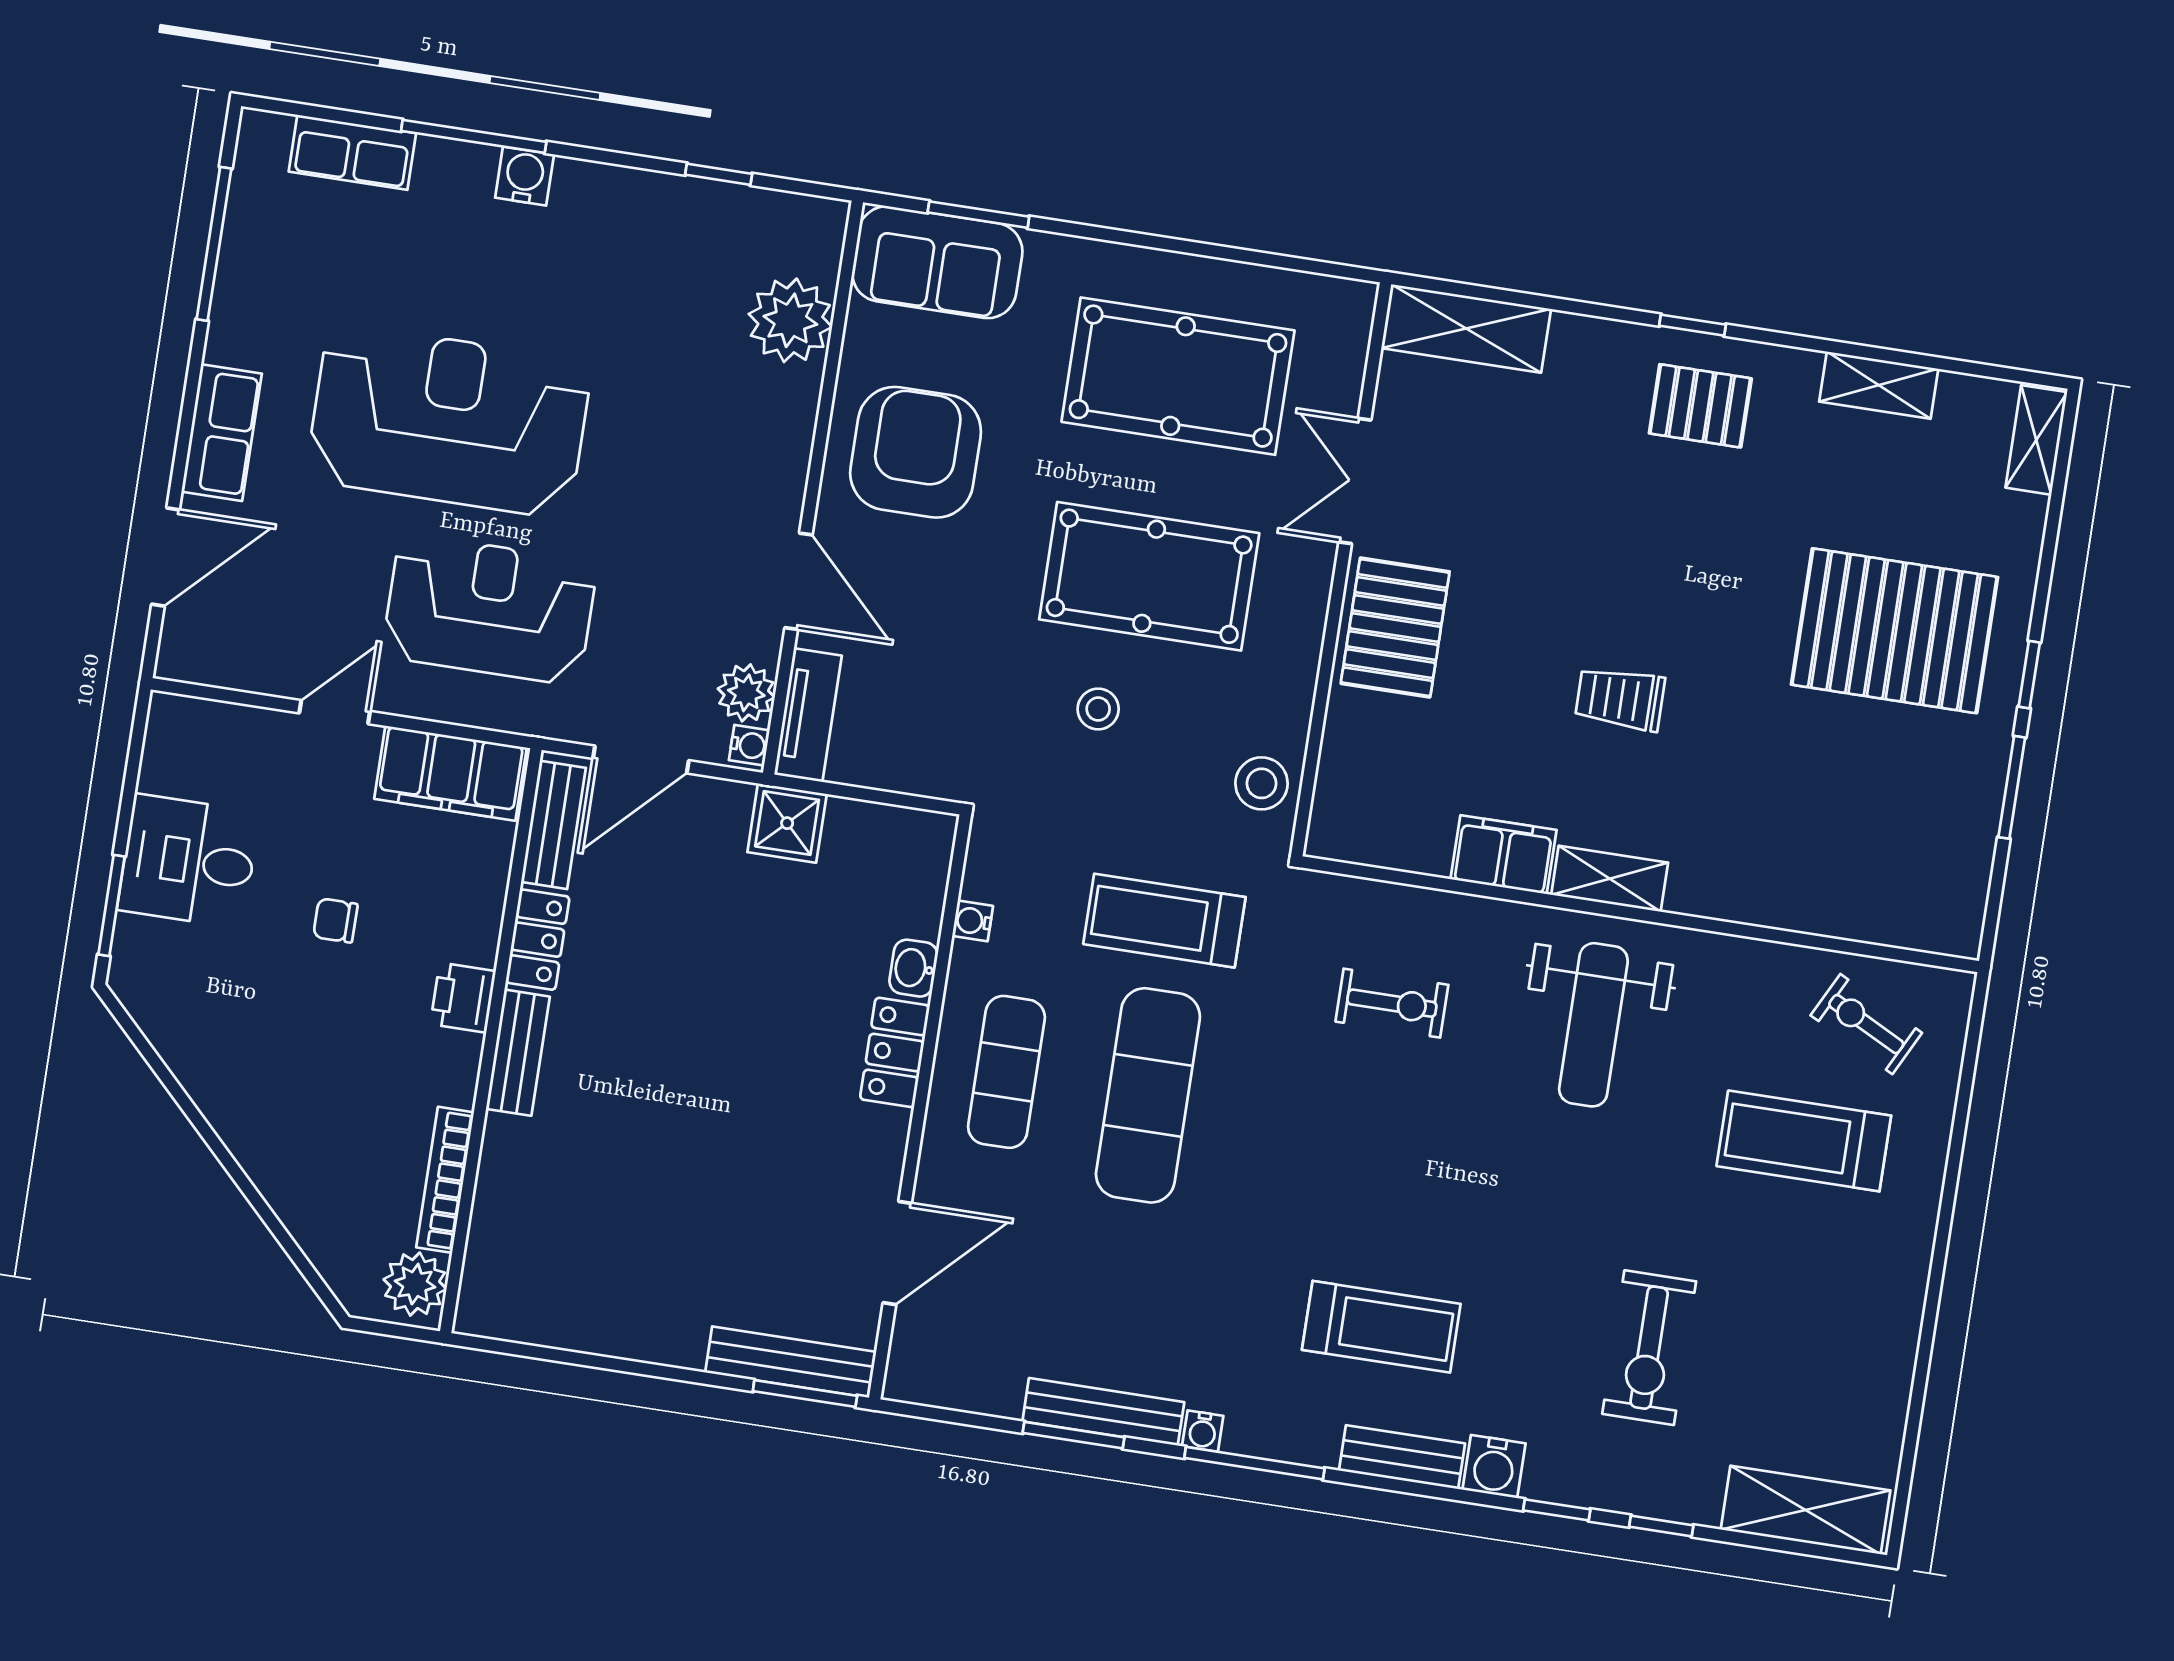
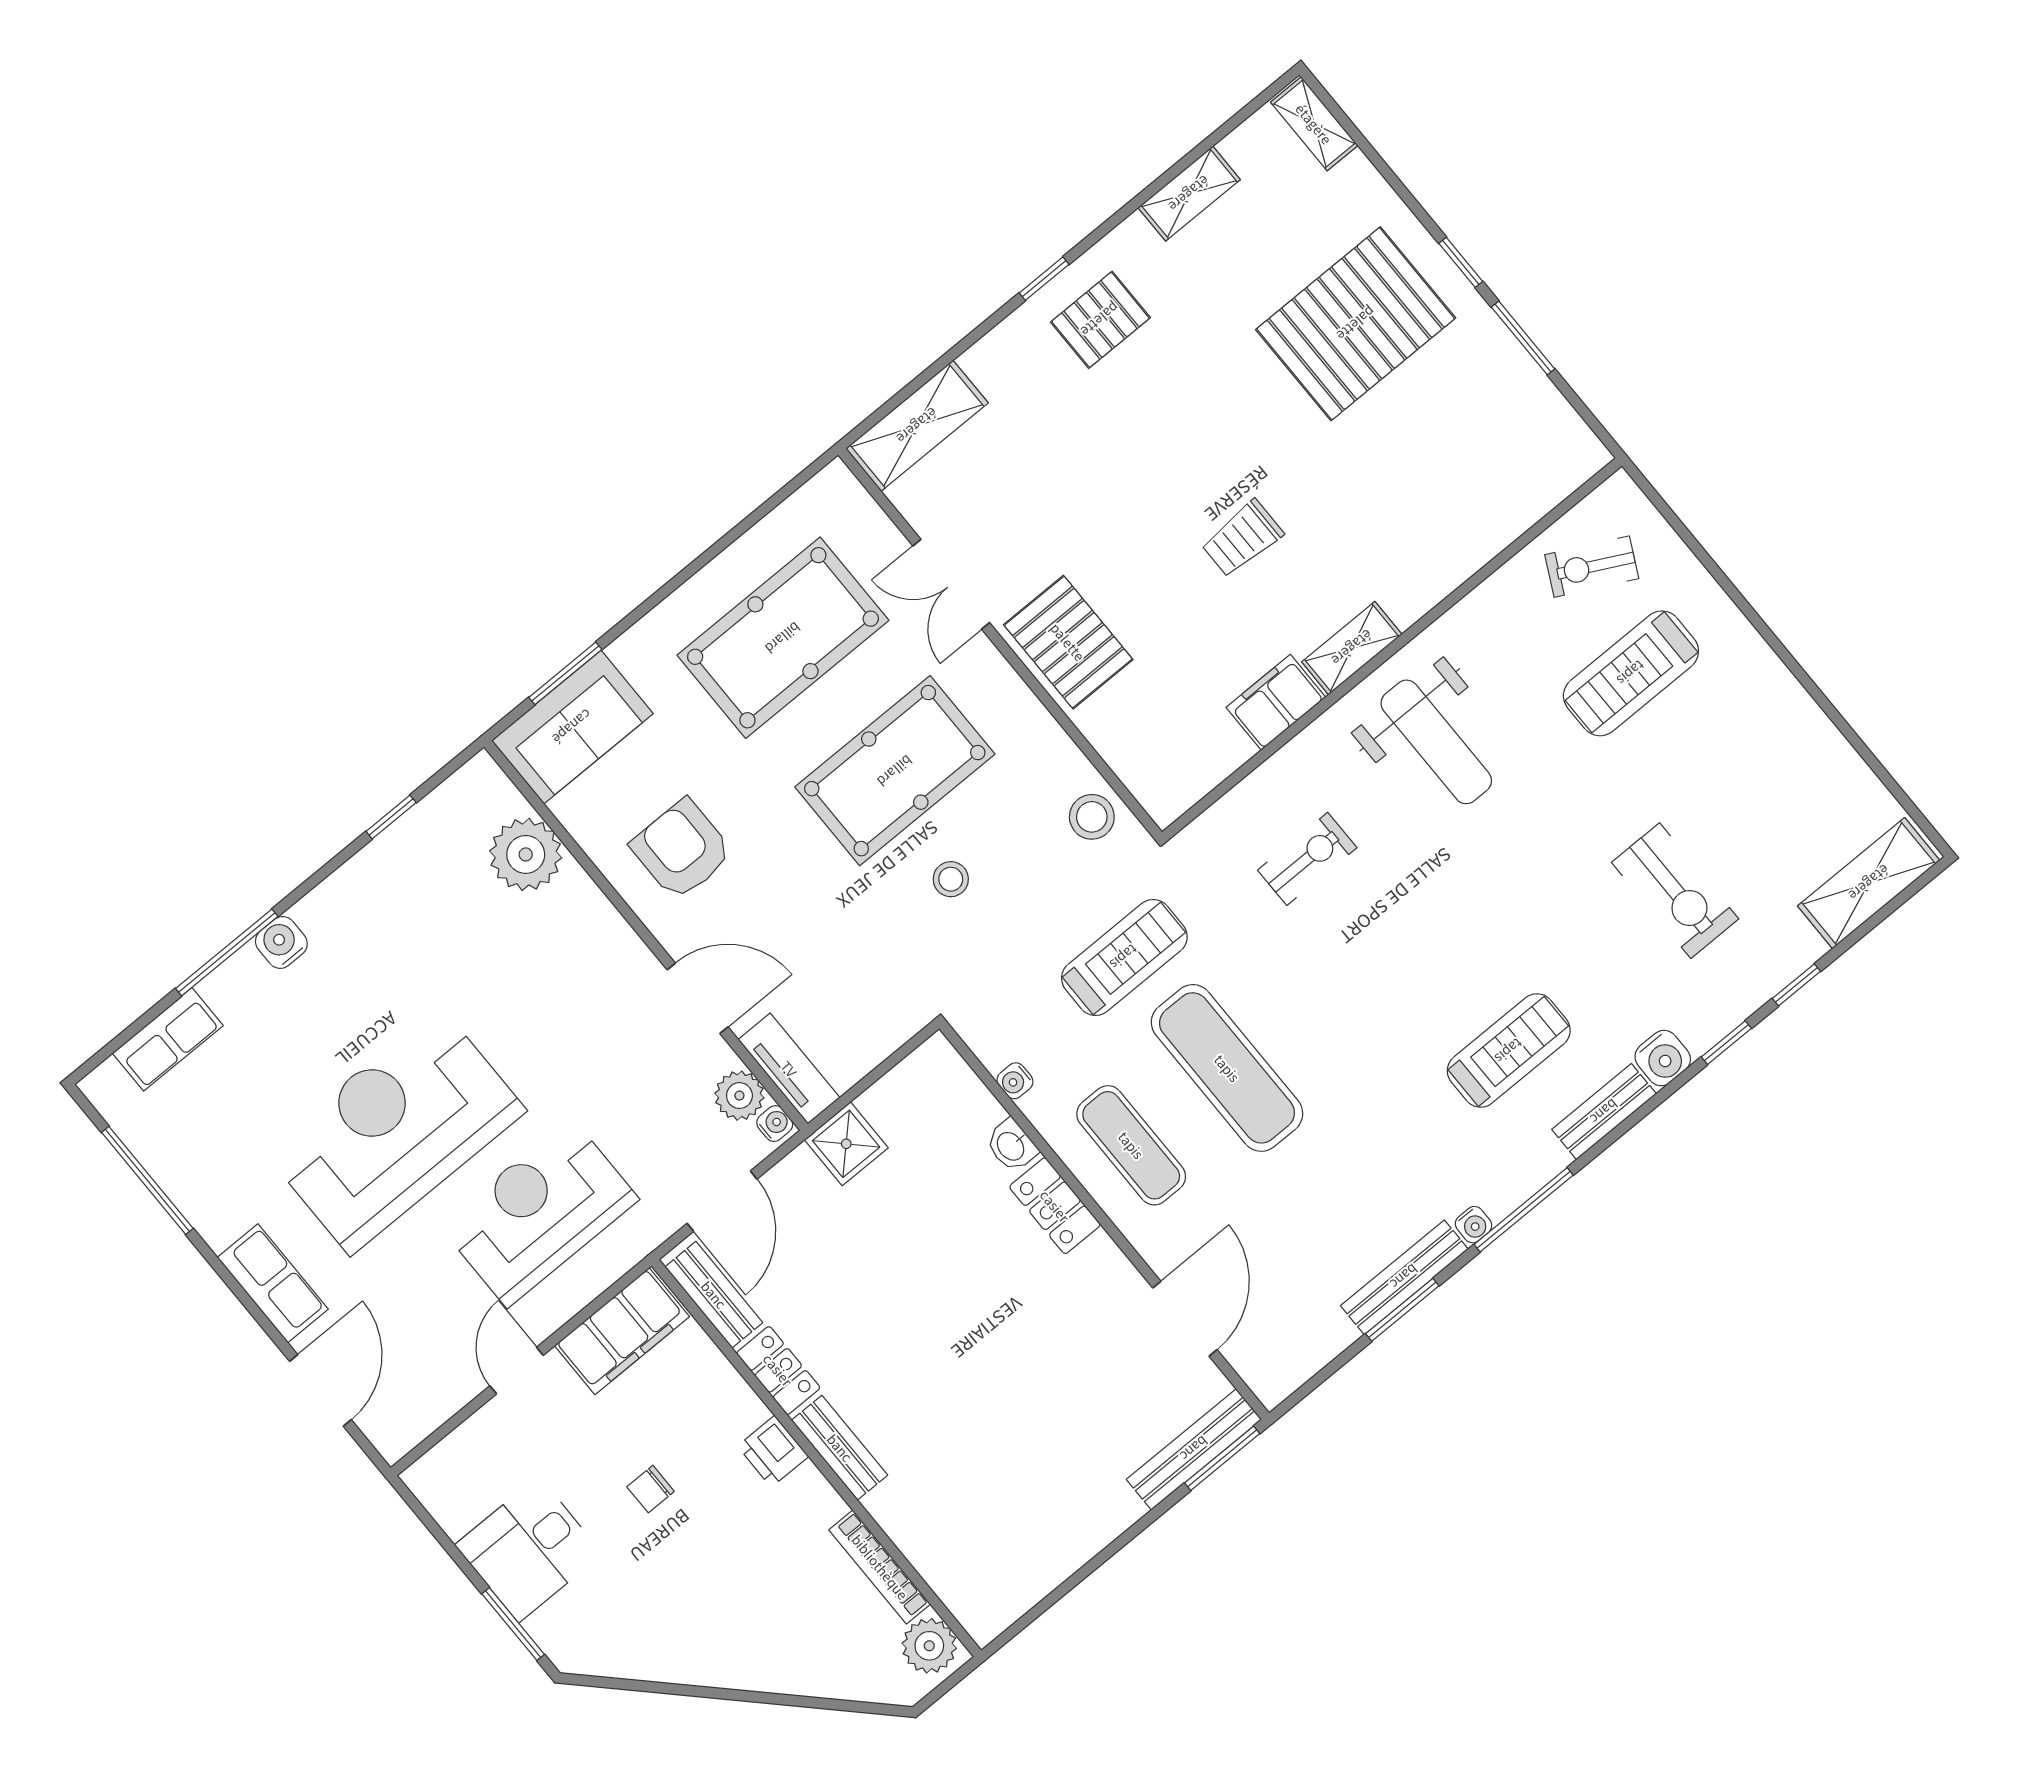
armchair: (916, 452) -> (682, 850), width x0.73, depth x0.73
treadmill: (1164, 921) -> (1124, 957), turned 180

